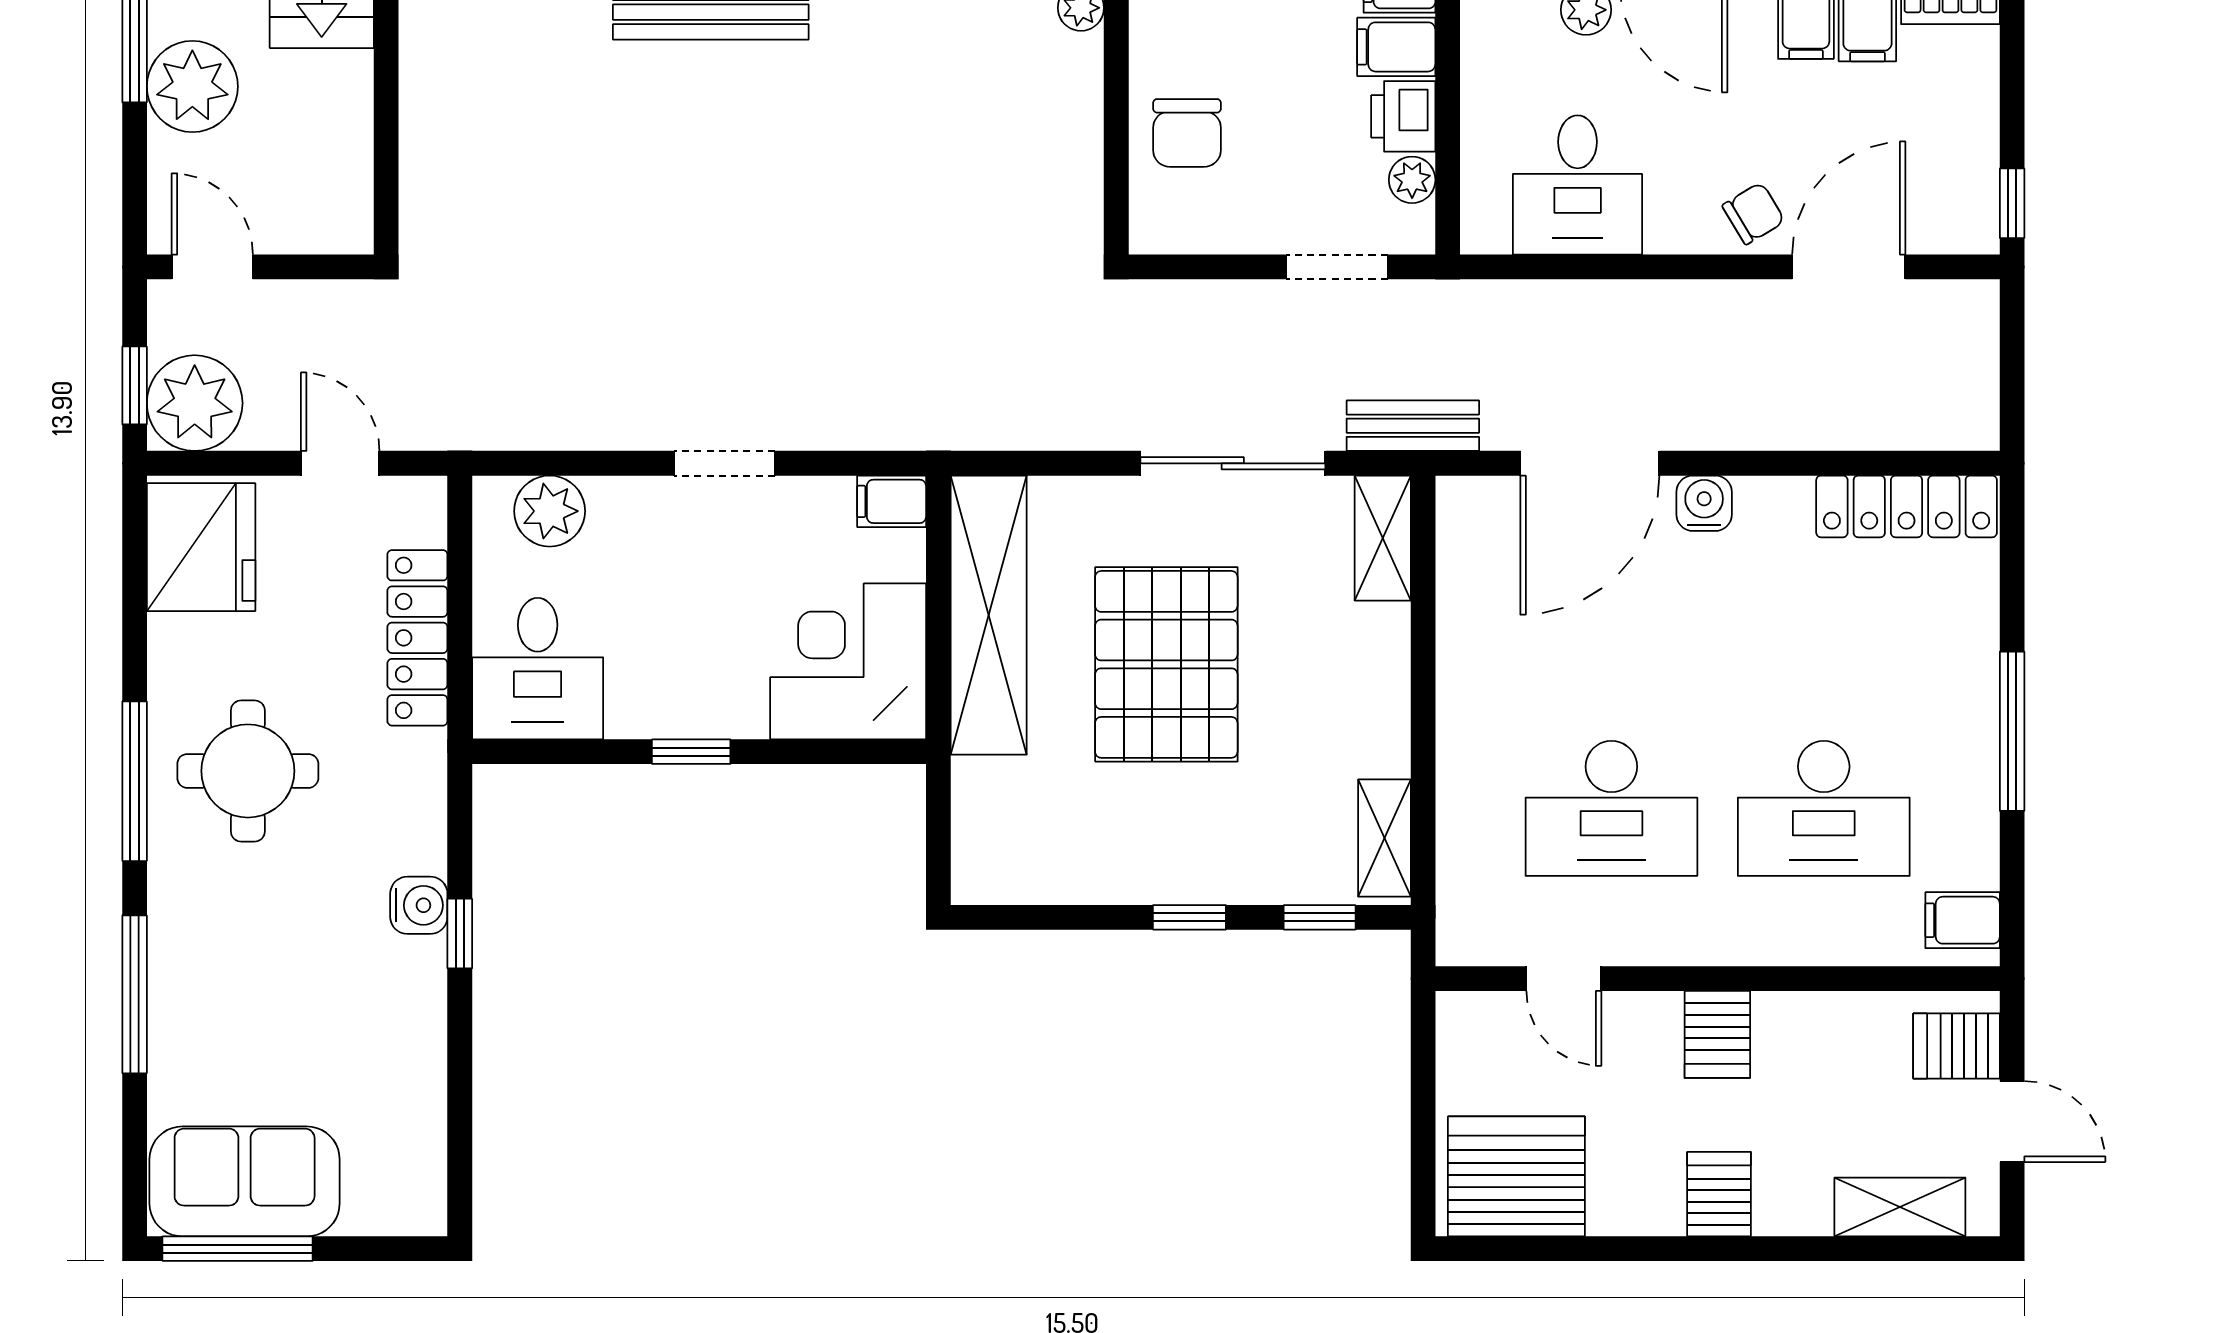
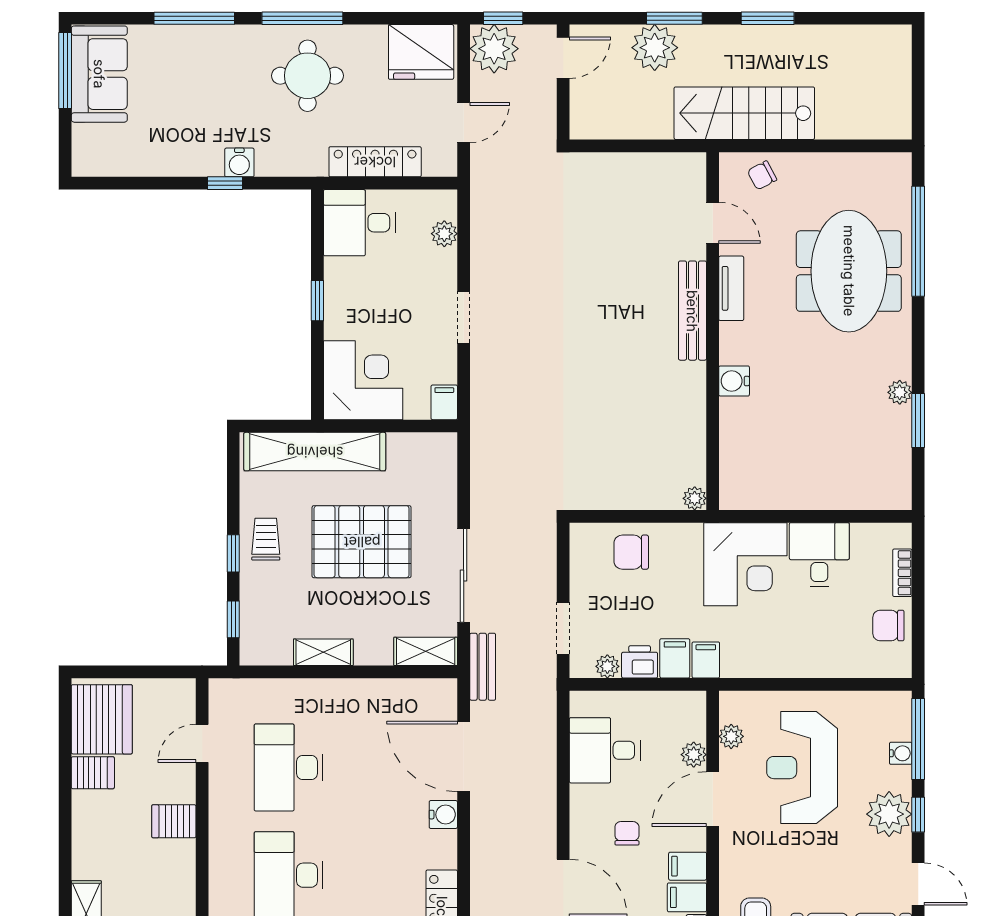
chair: (1754, 213) -> (627, 833), moved, turned -149
plant: (550, 511) -> (444, 234), width x0.73, depth x0.73
shelving: (989, 615) -> (315, 452), moved
shelving: (1384, 838) -> (323, 652), moved
trolley: (1161, 853) -> (266, 539), added
server rack: (1719, 1194) -> (93, 773), moved

